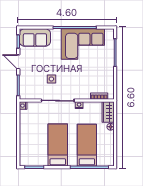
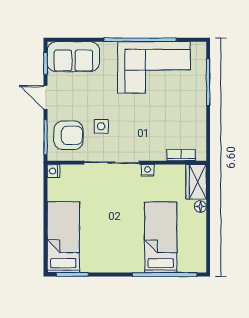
armchair: (32, 84) -> (68, 135), added
bed: (58, 145) -> (63, 237), moved

